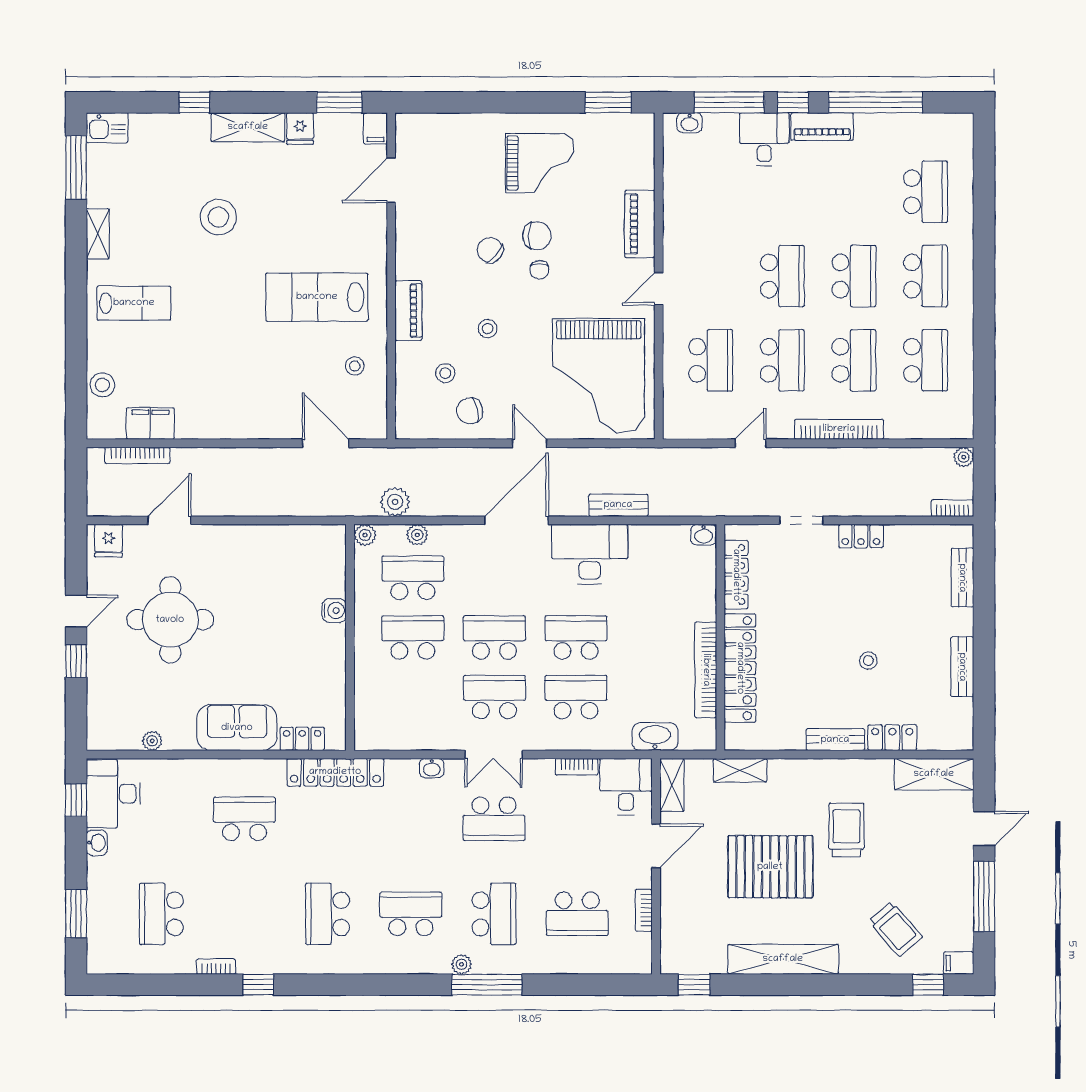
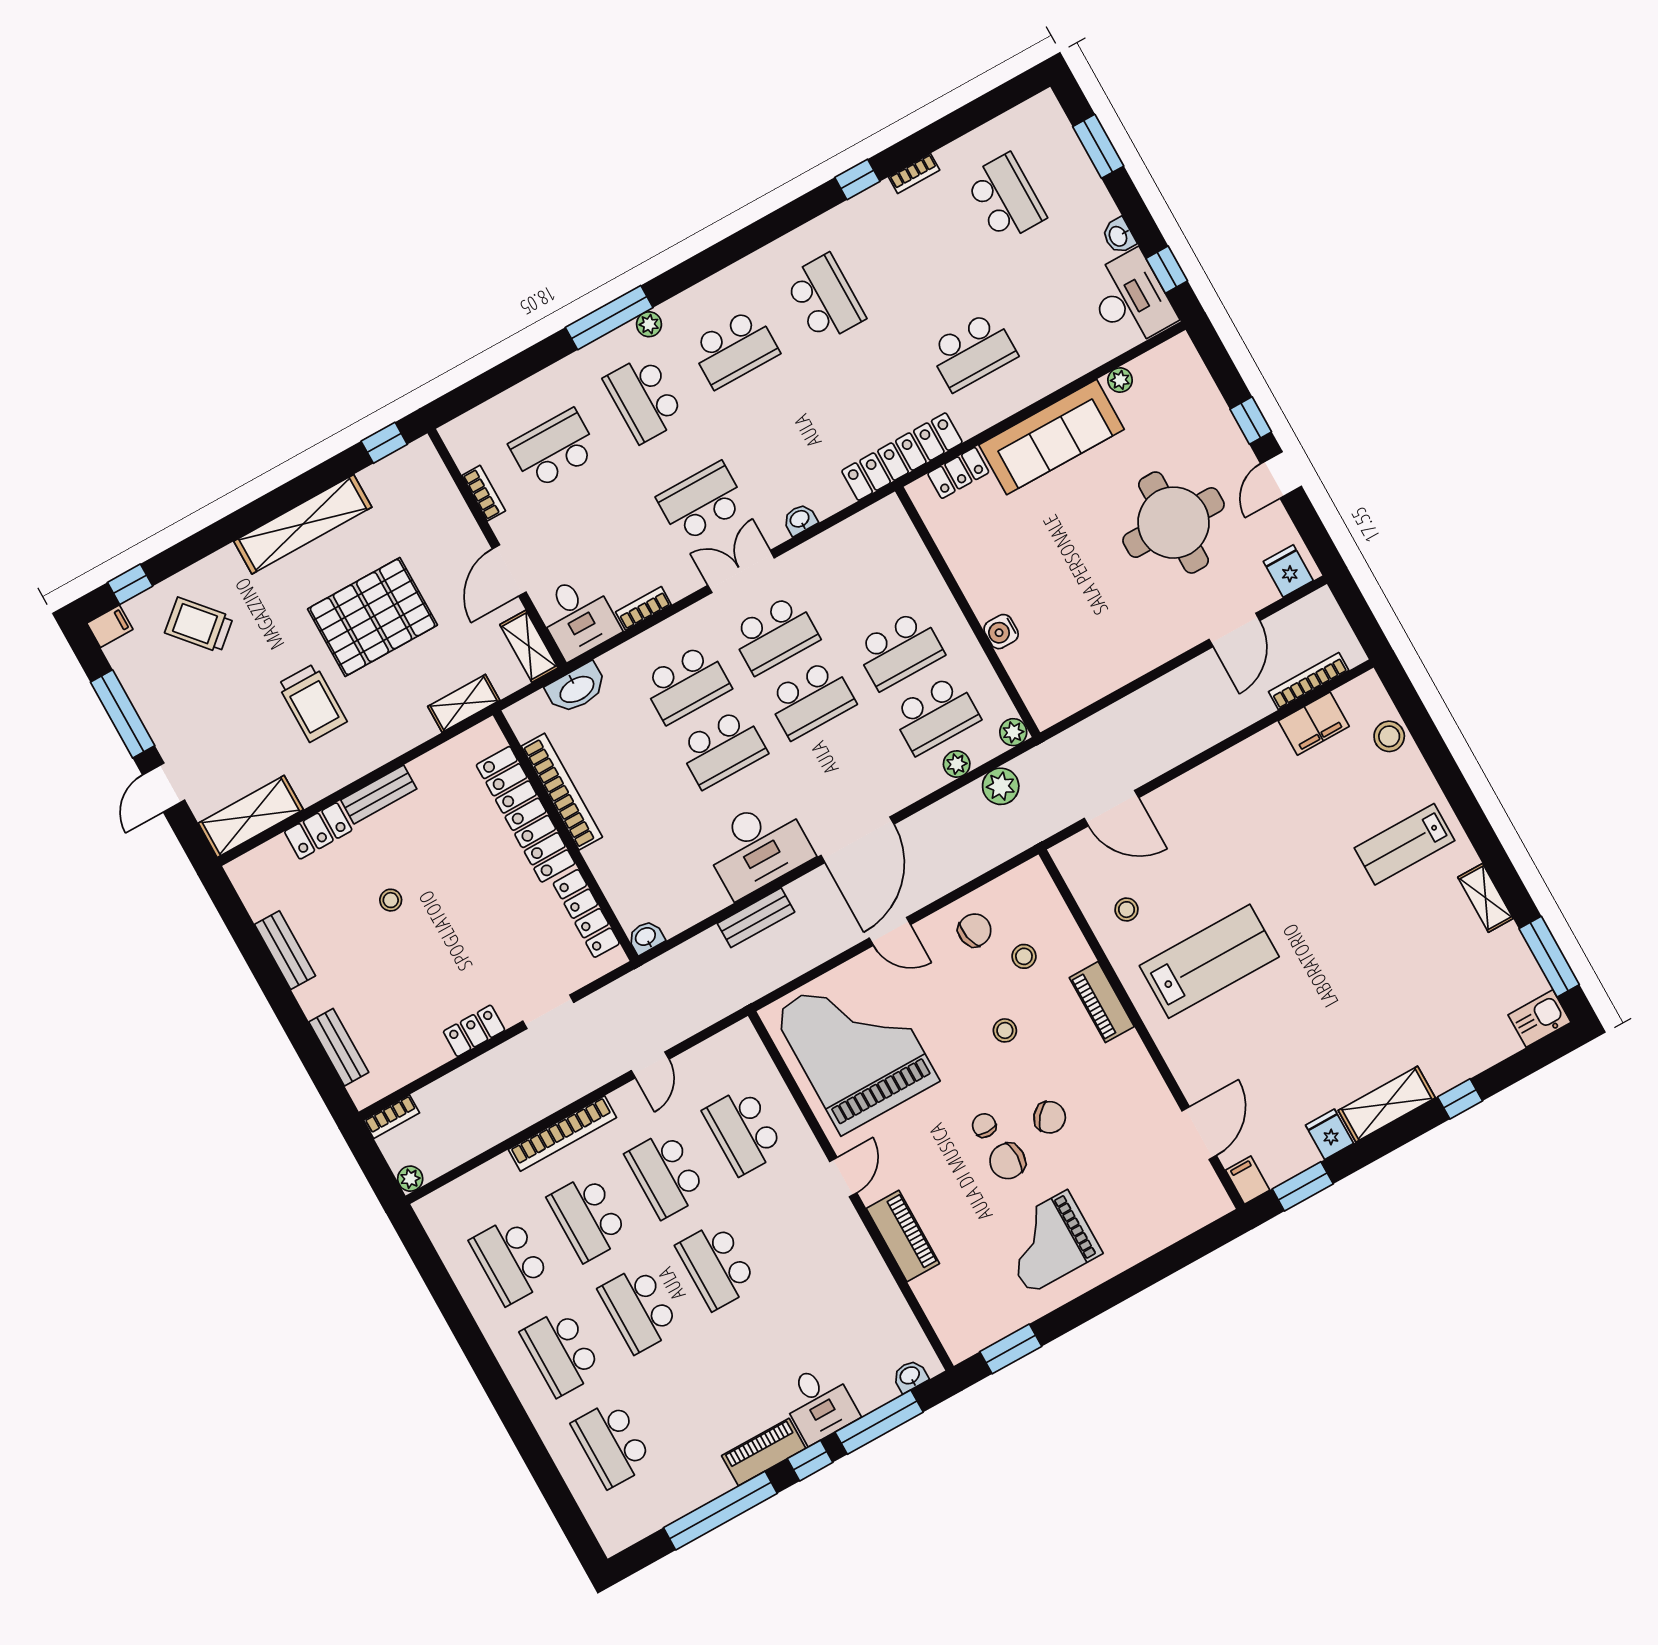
stool: (218, 217) -> (1365, 989), removed
sofa: (237, 728) -> (1052, 437), width x1.36

